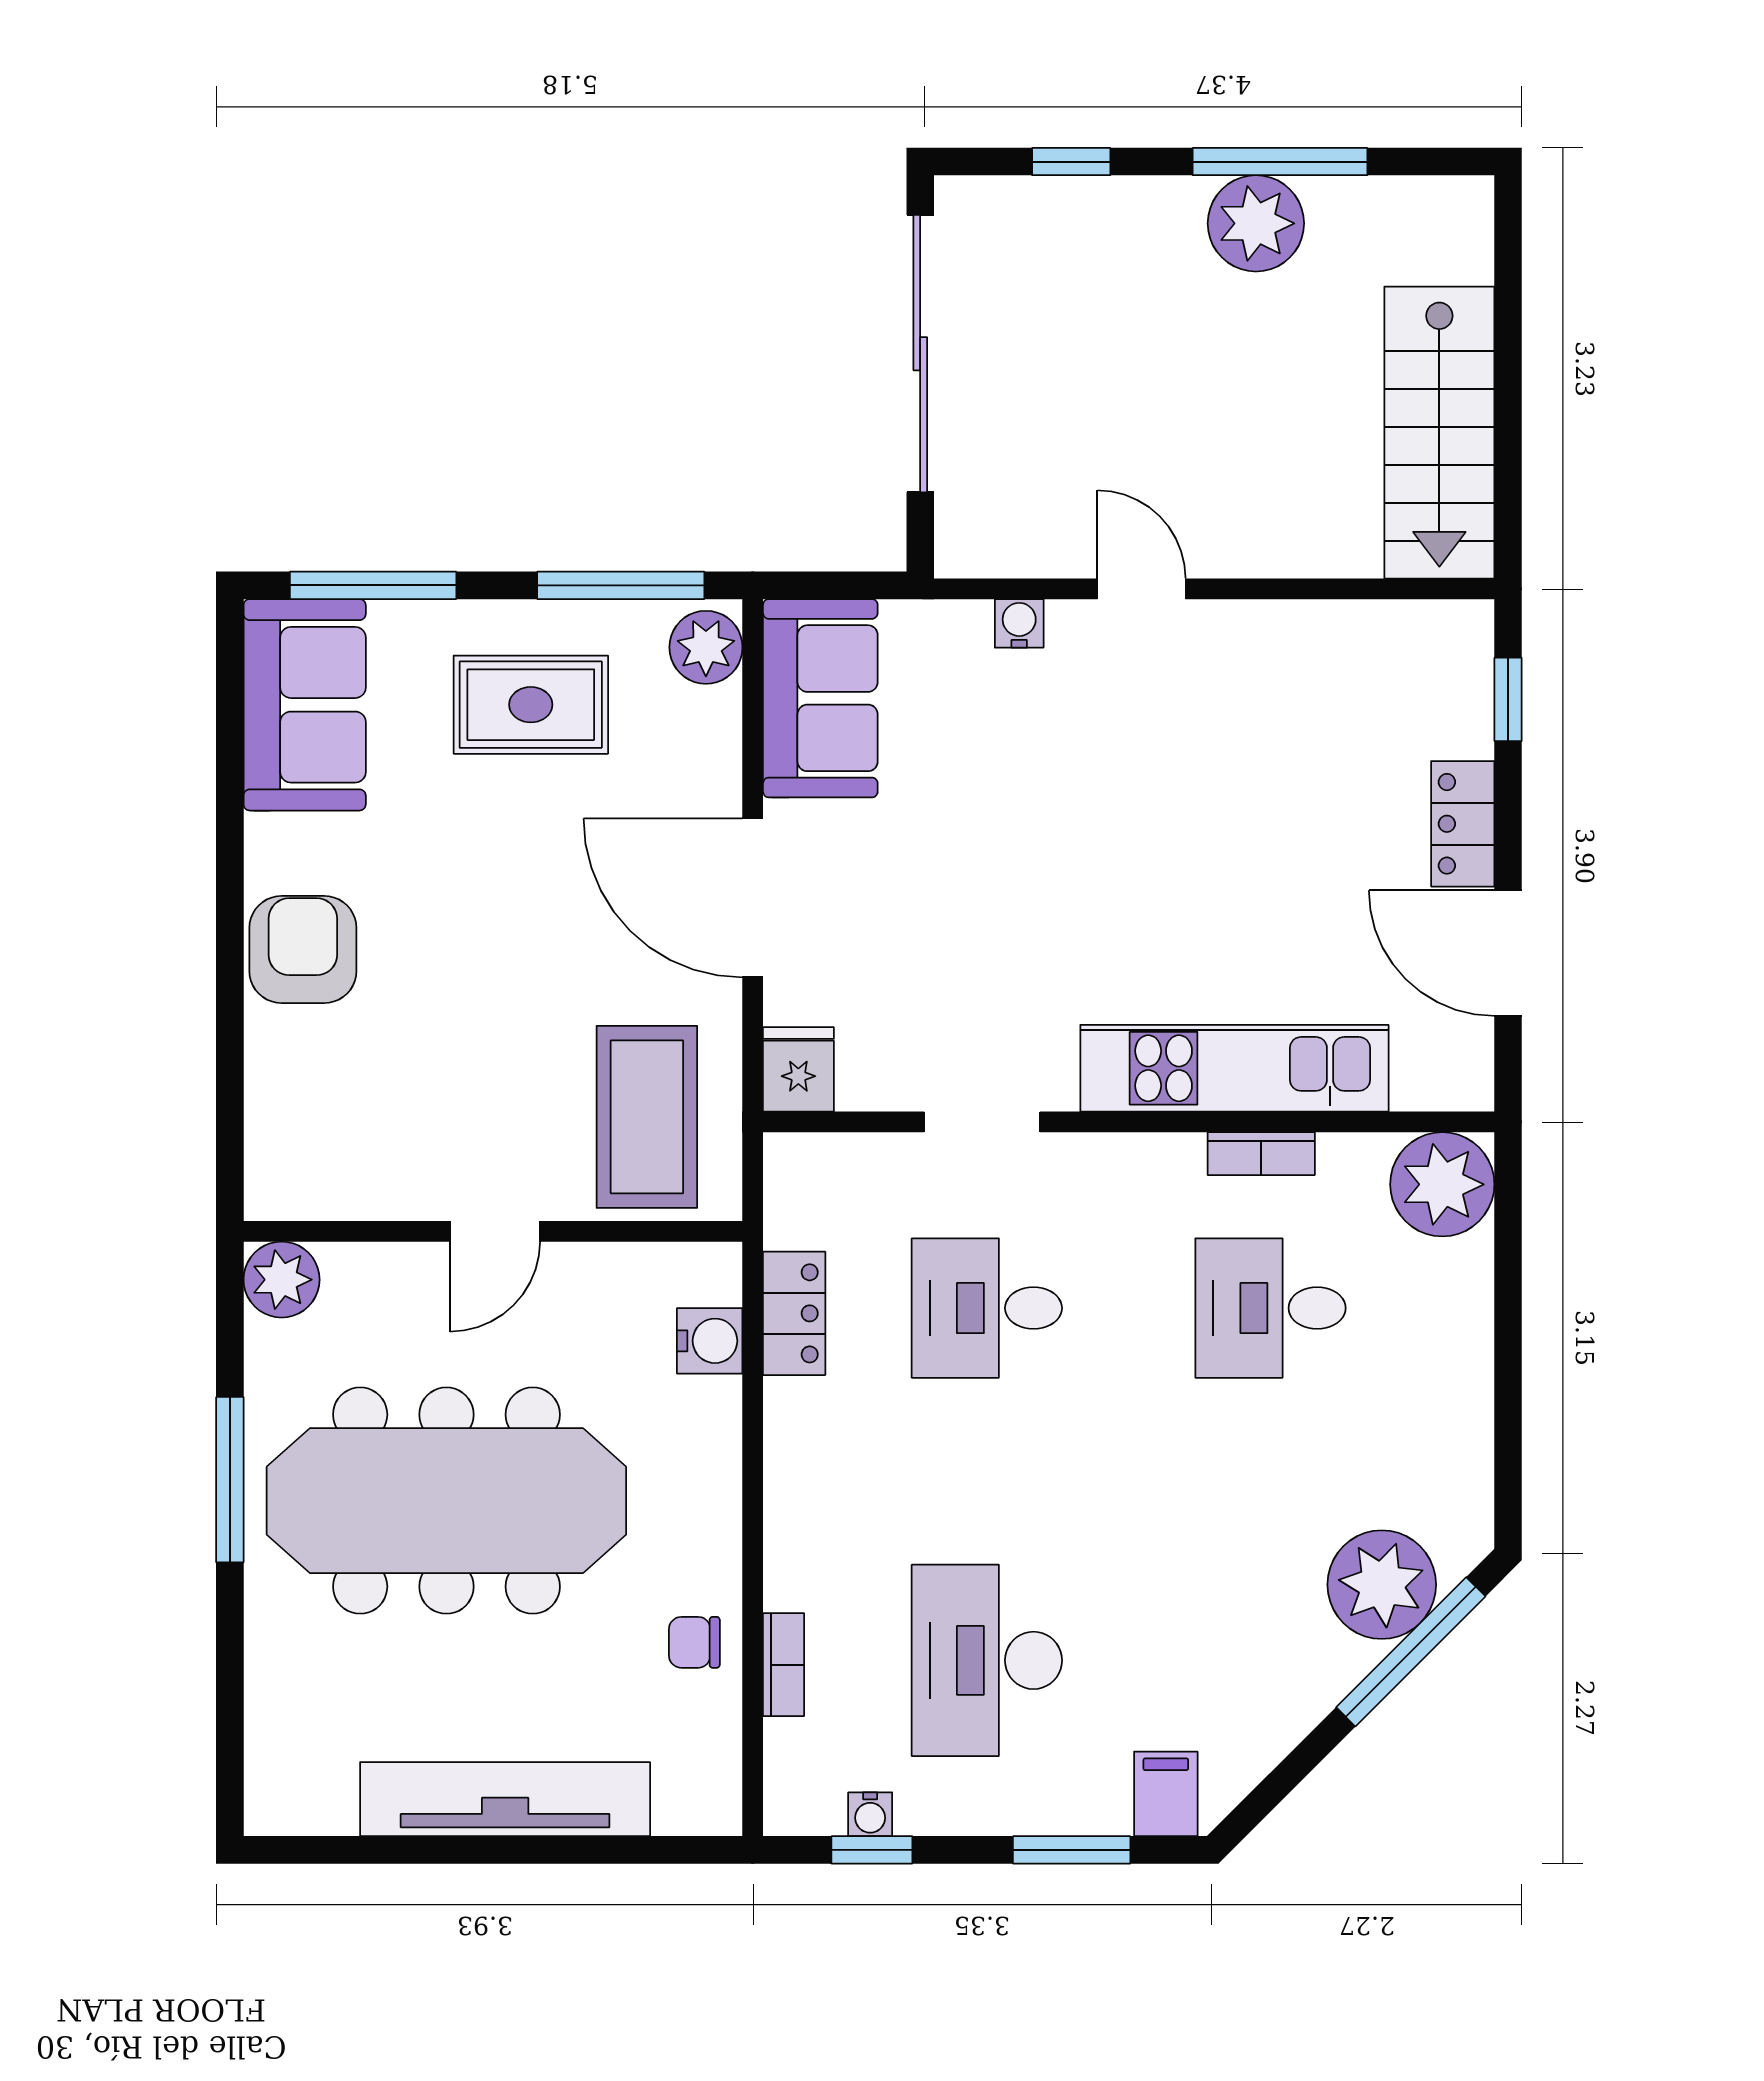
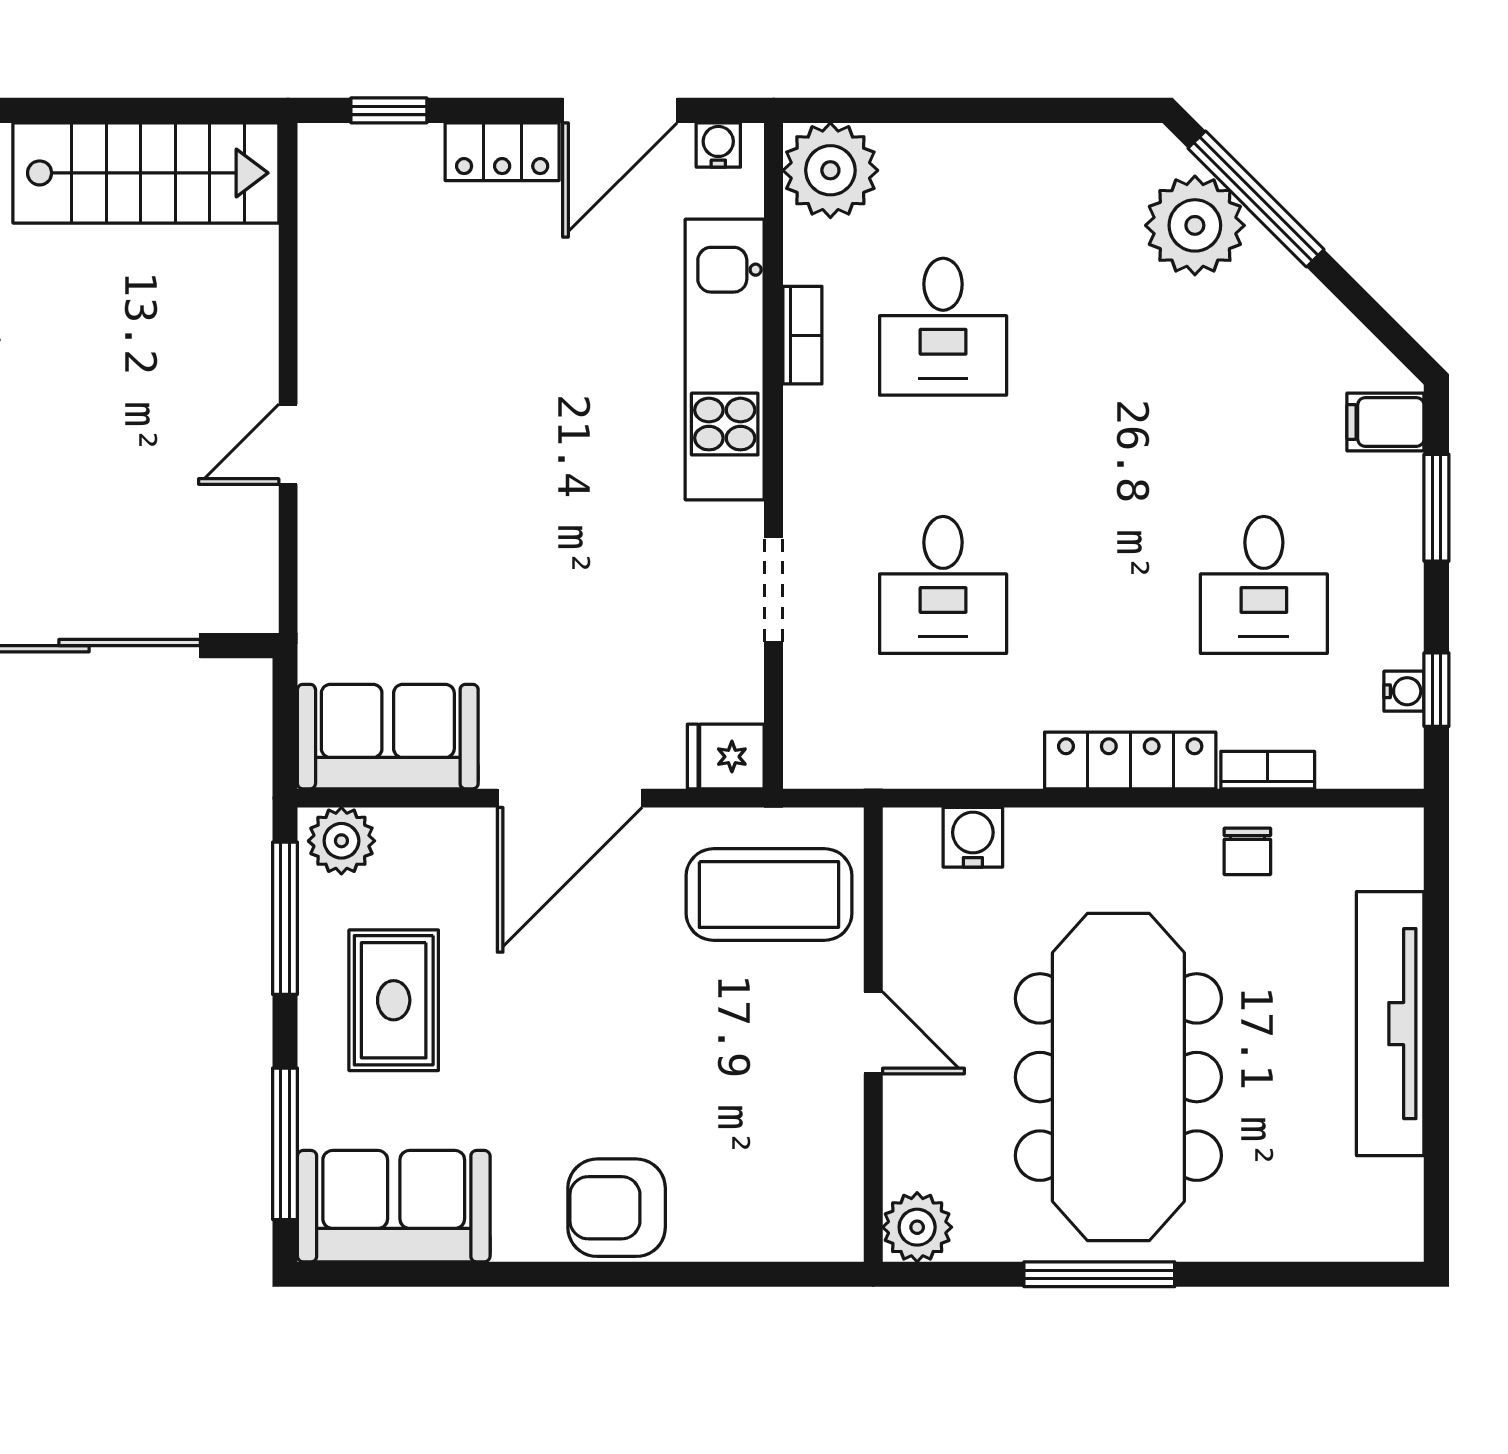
water cooler: (1019, 623) -> (718, 145), moved, turned 90
locker: (794, 1313) -> (1130, 760), moved, width x1.53
desk: (987, 1660) -> (1264, 585), width x0.73

